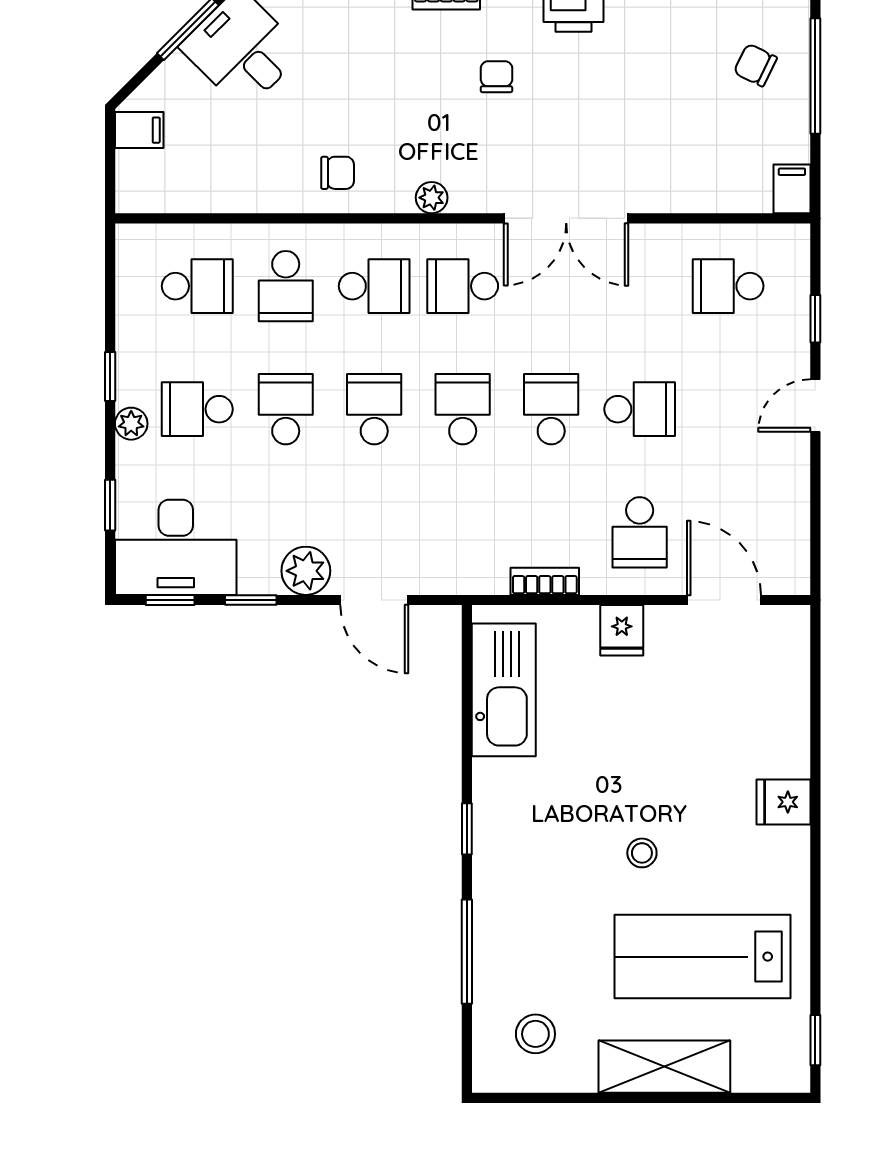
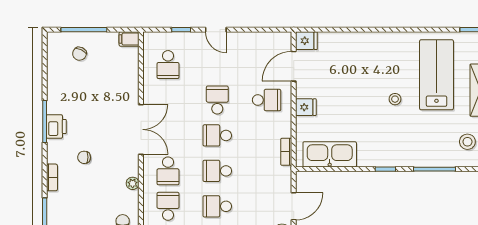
bookcase: (545, 581) -> (286, 152), moved
fridge: (783, 802) -> (306, 41), moved, turned -90
lab bench: (703, 957) -> (436, 75), turned 180

